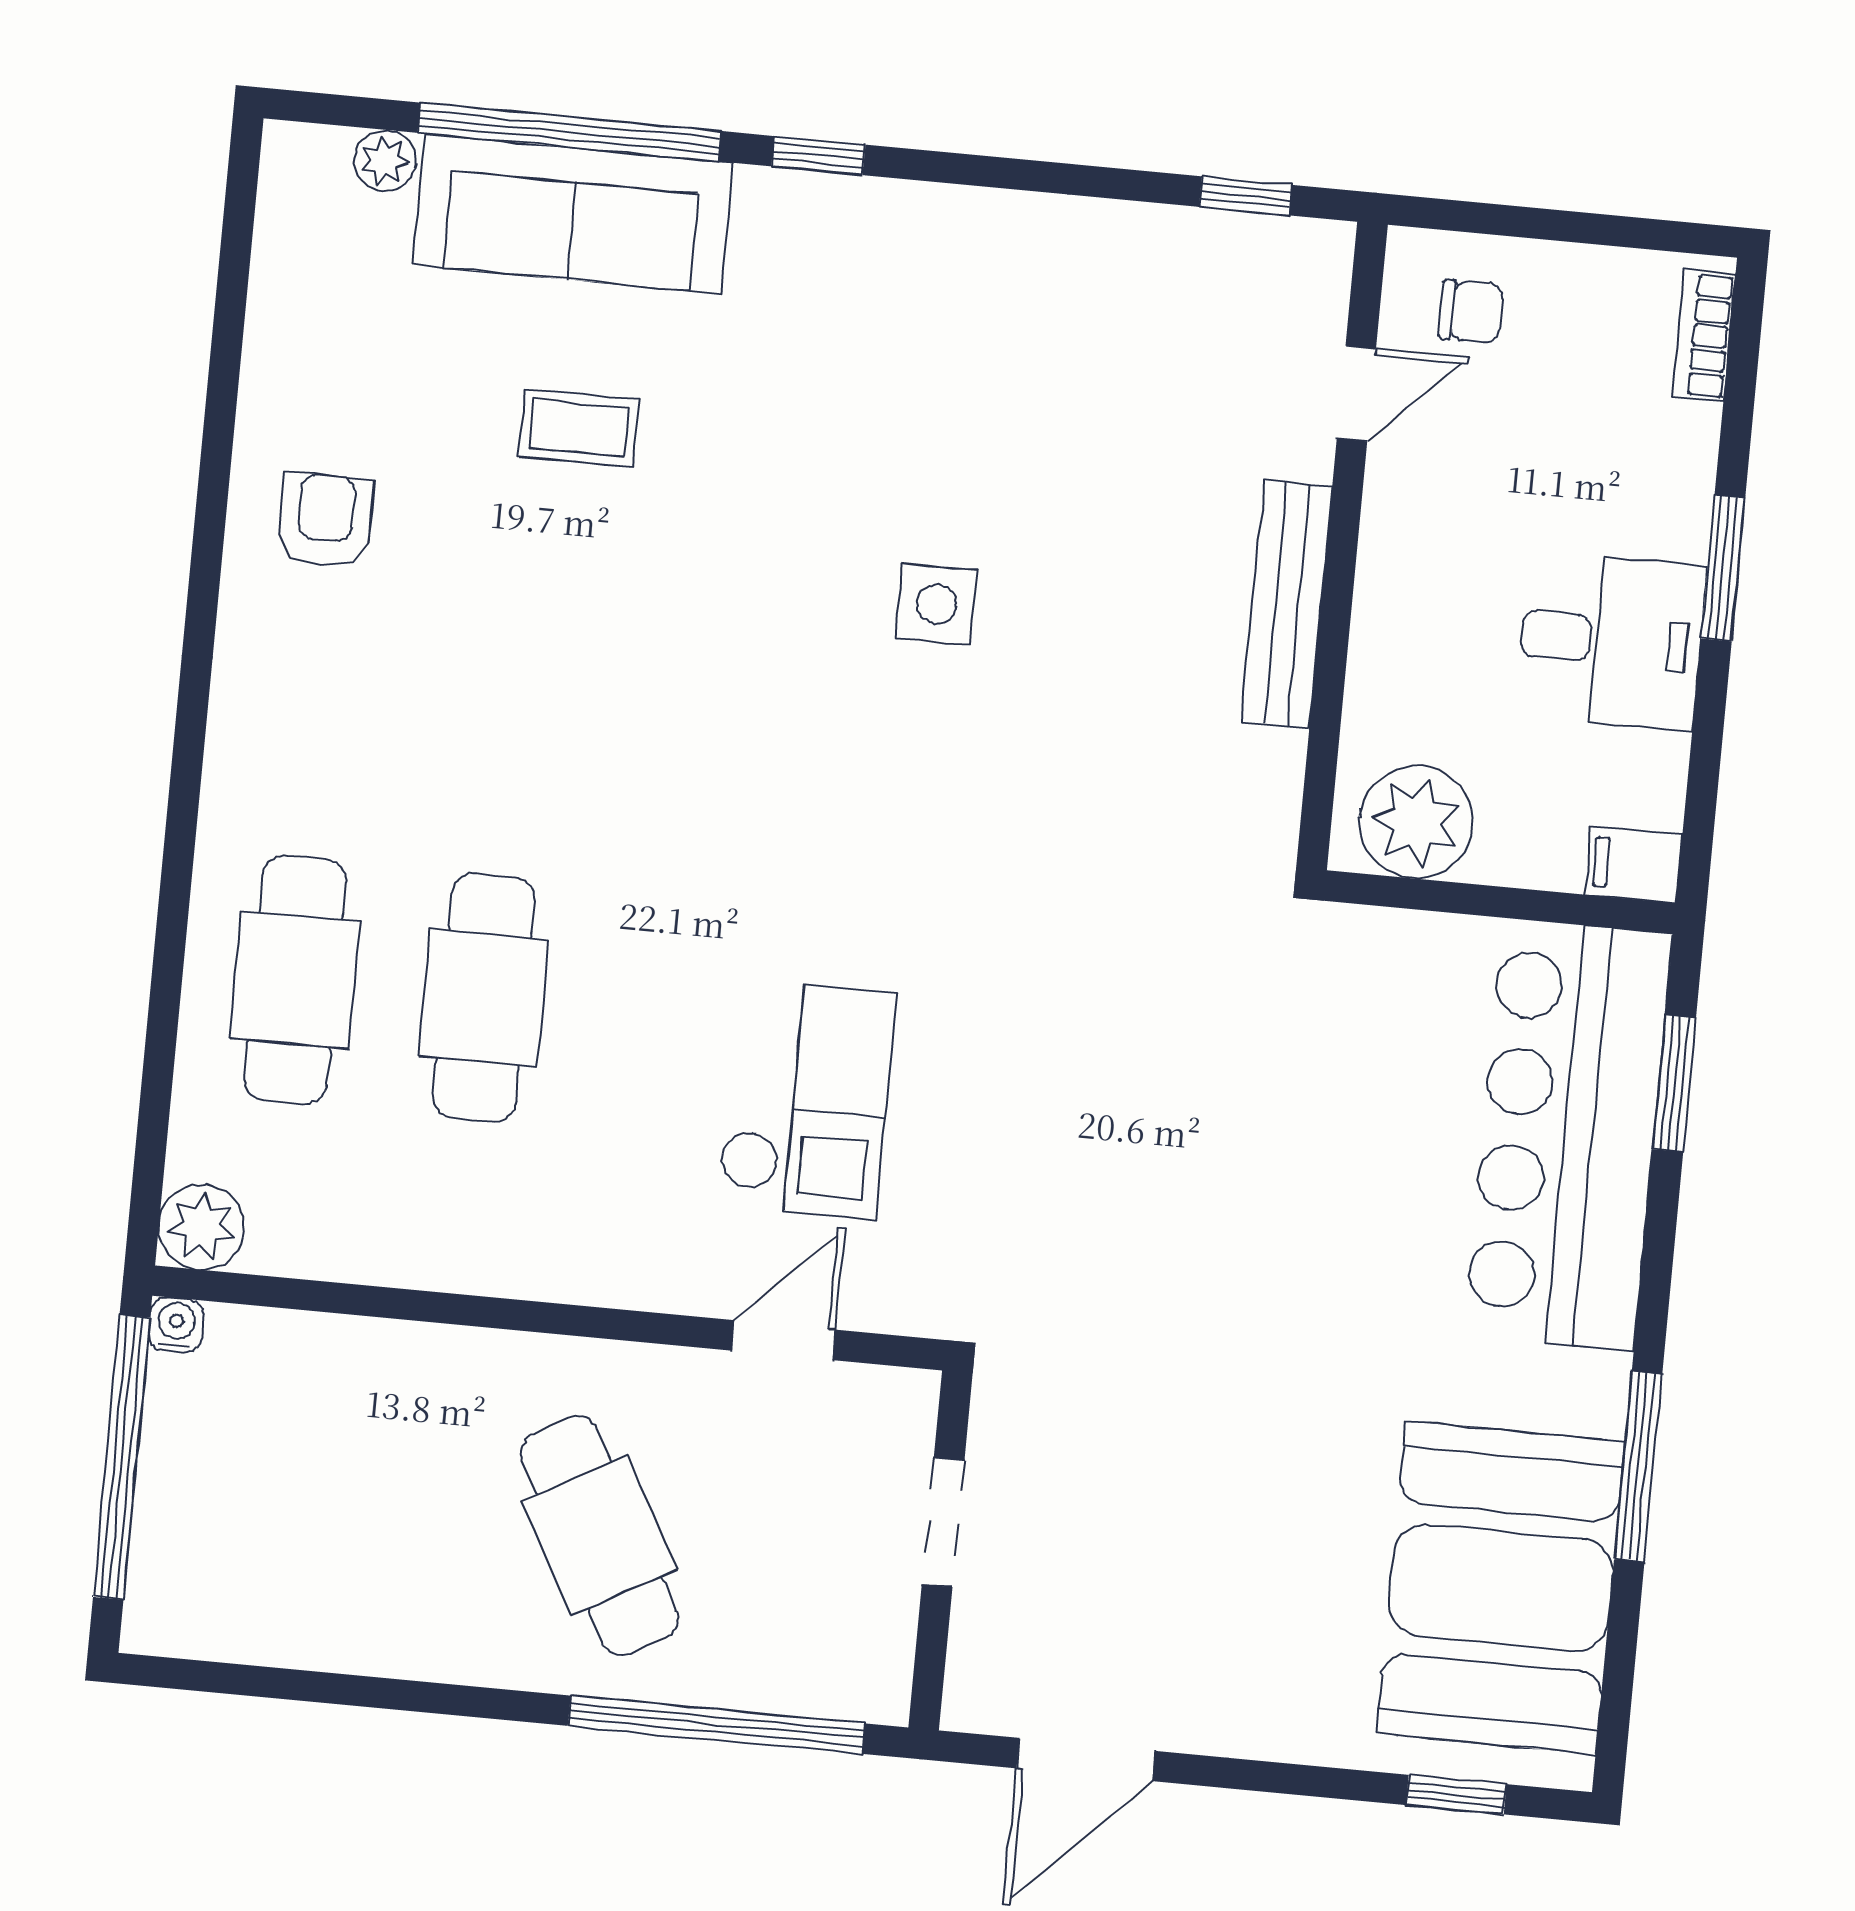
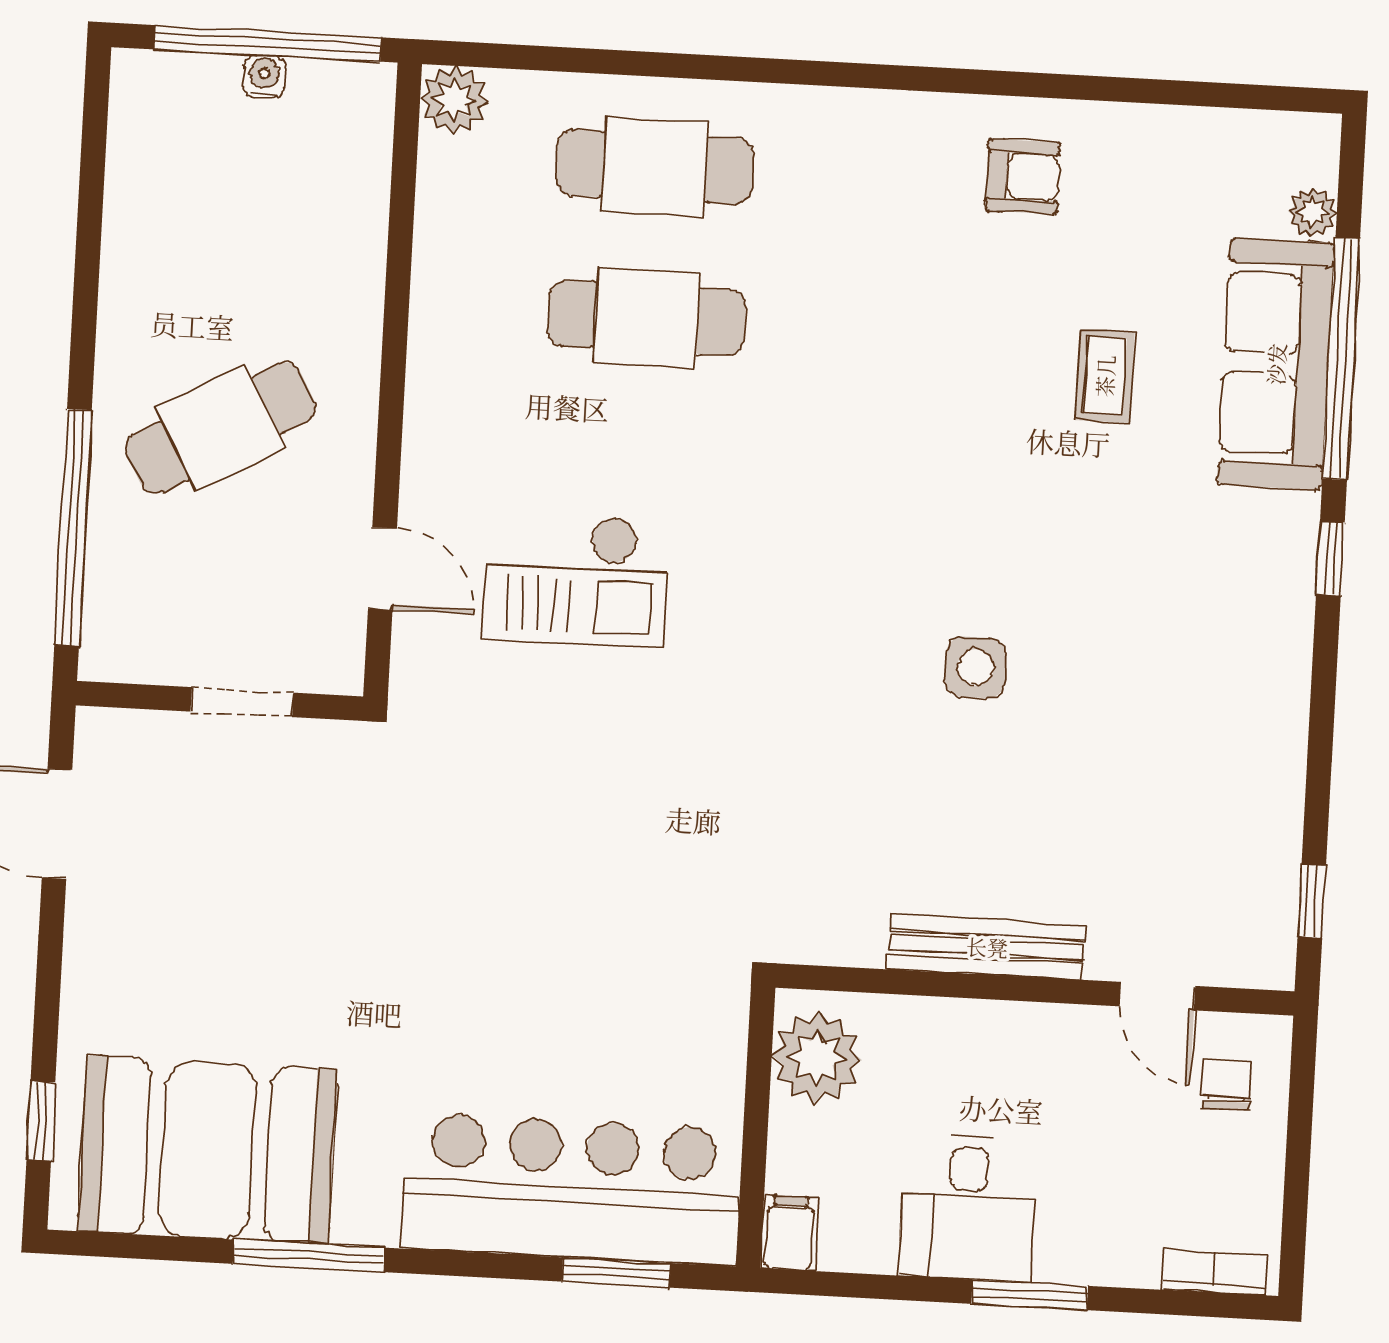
chair: (1471, 311) -> (1227, 1085), turned 180
water cooler: (176, 1325) -> (264, 77), moved, turned -90

